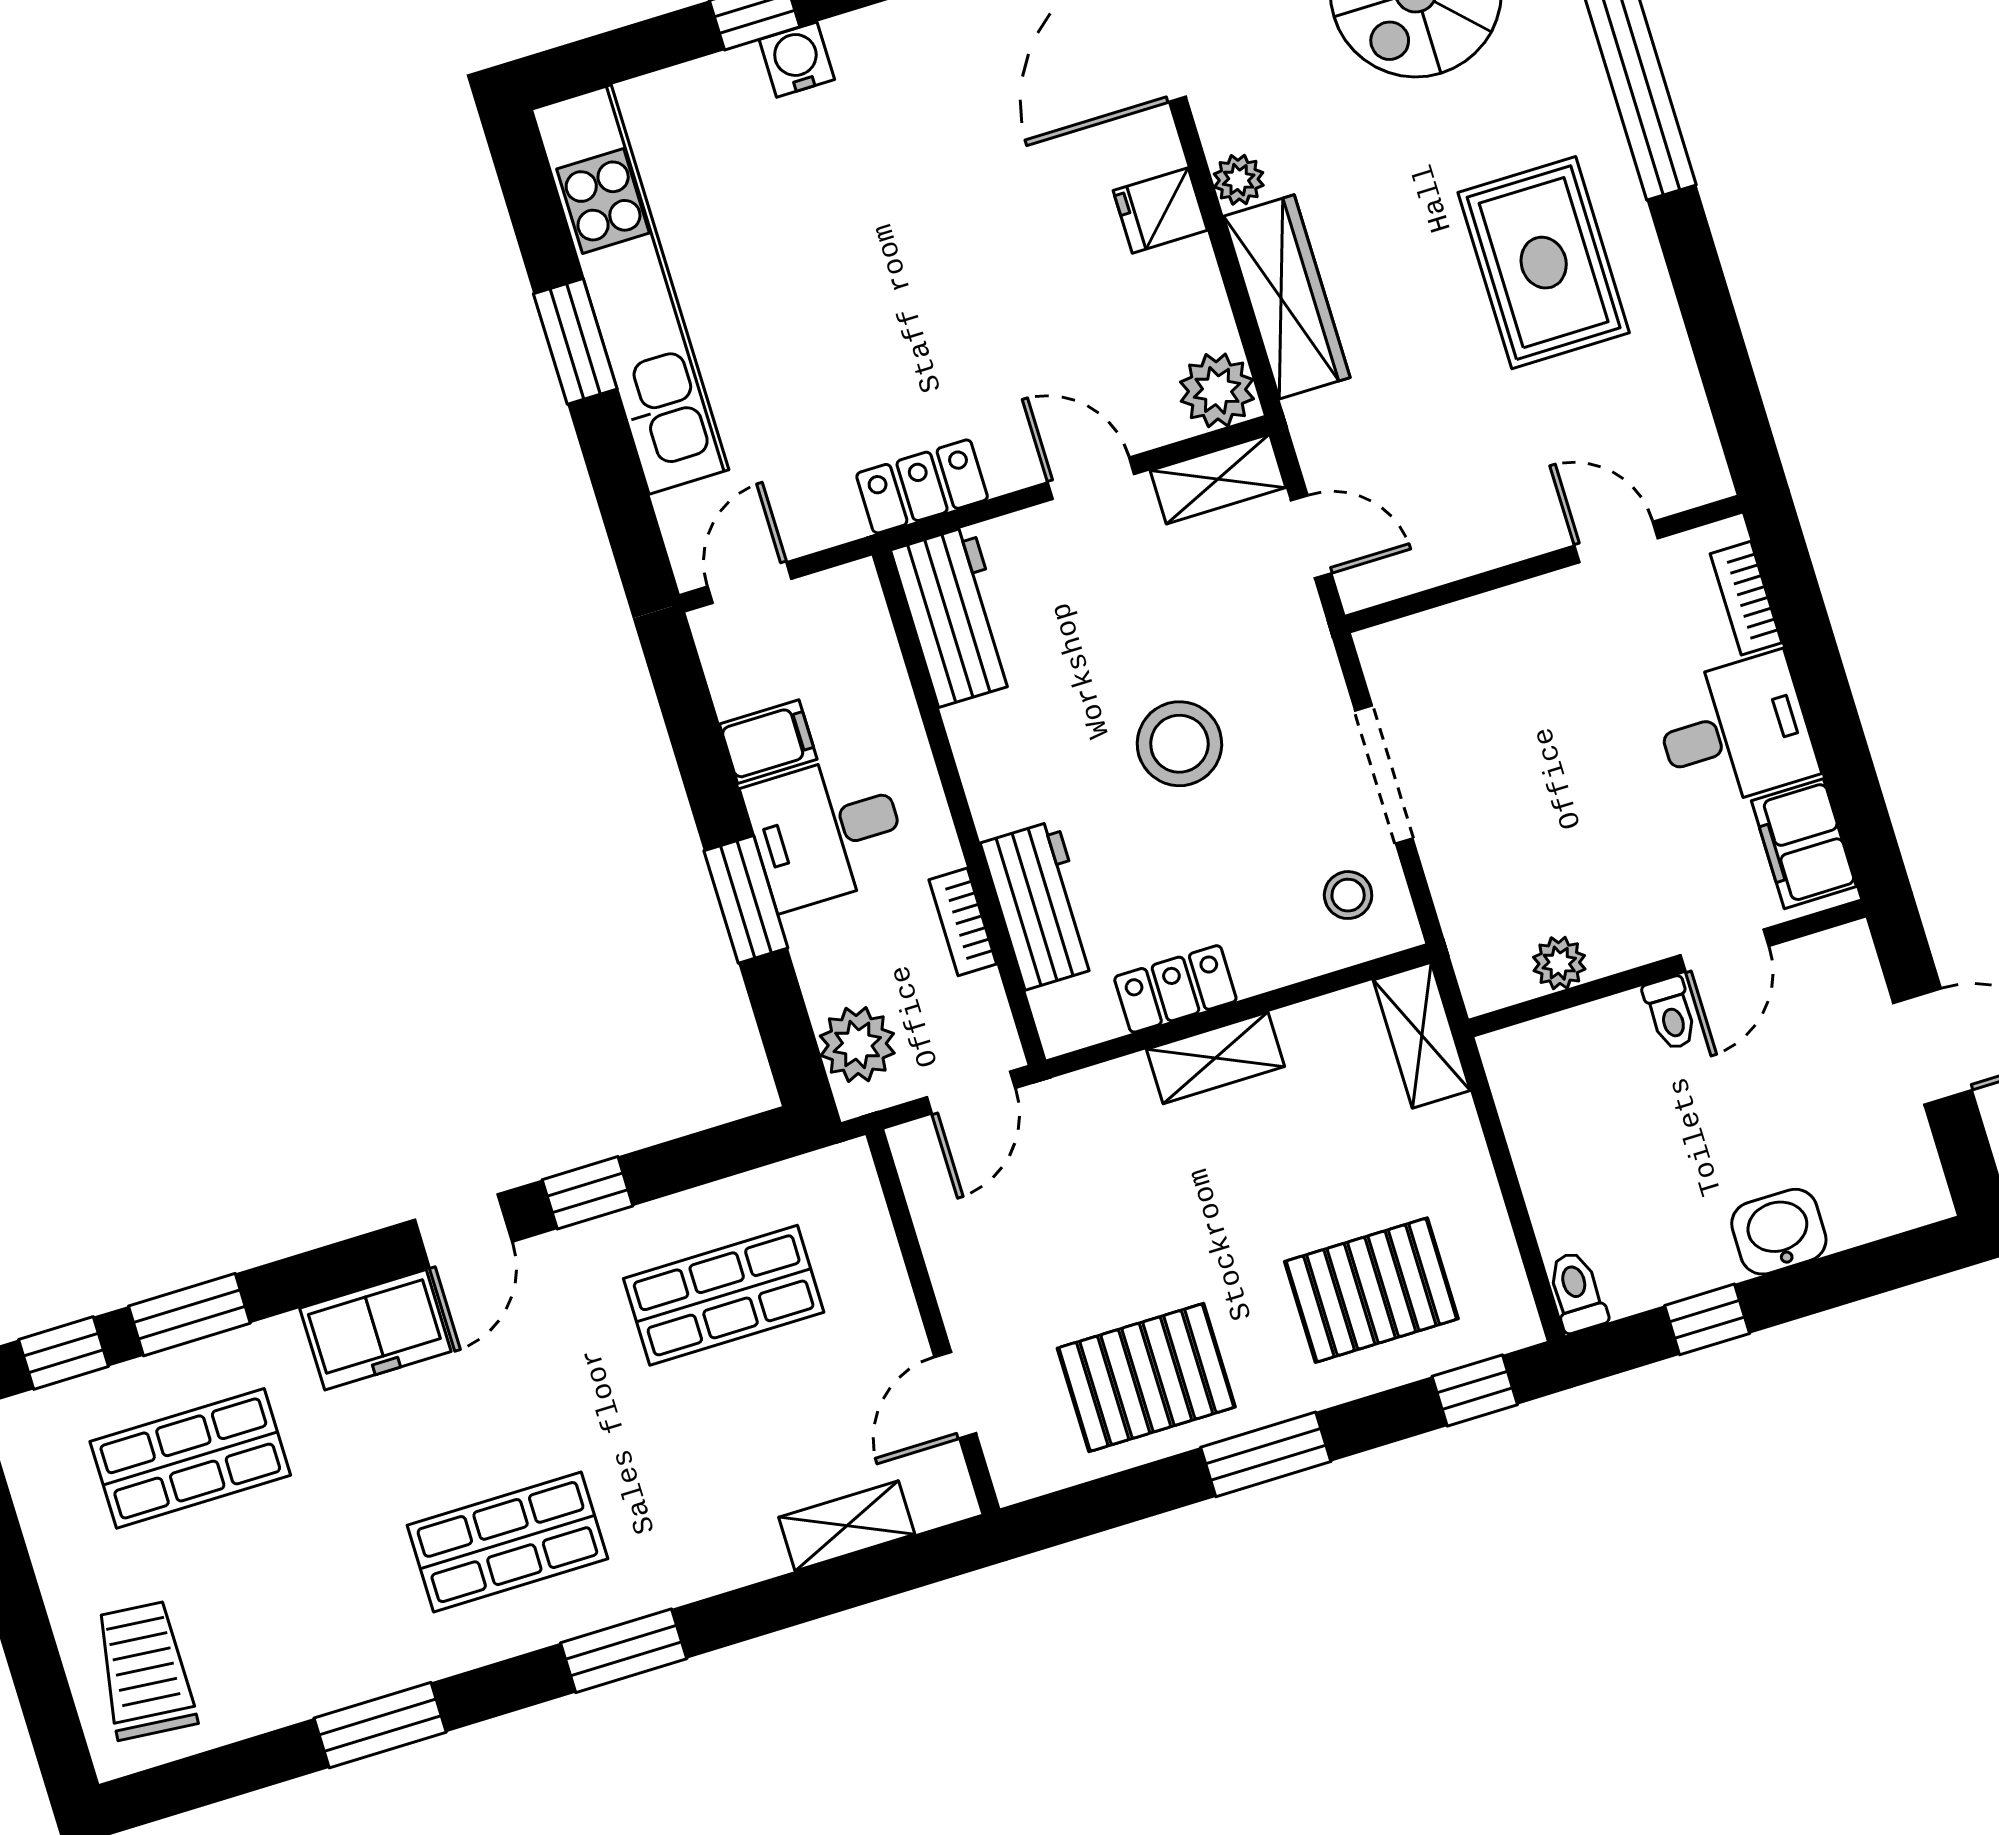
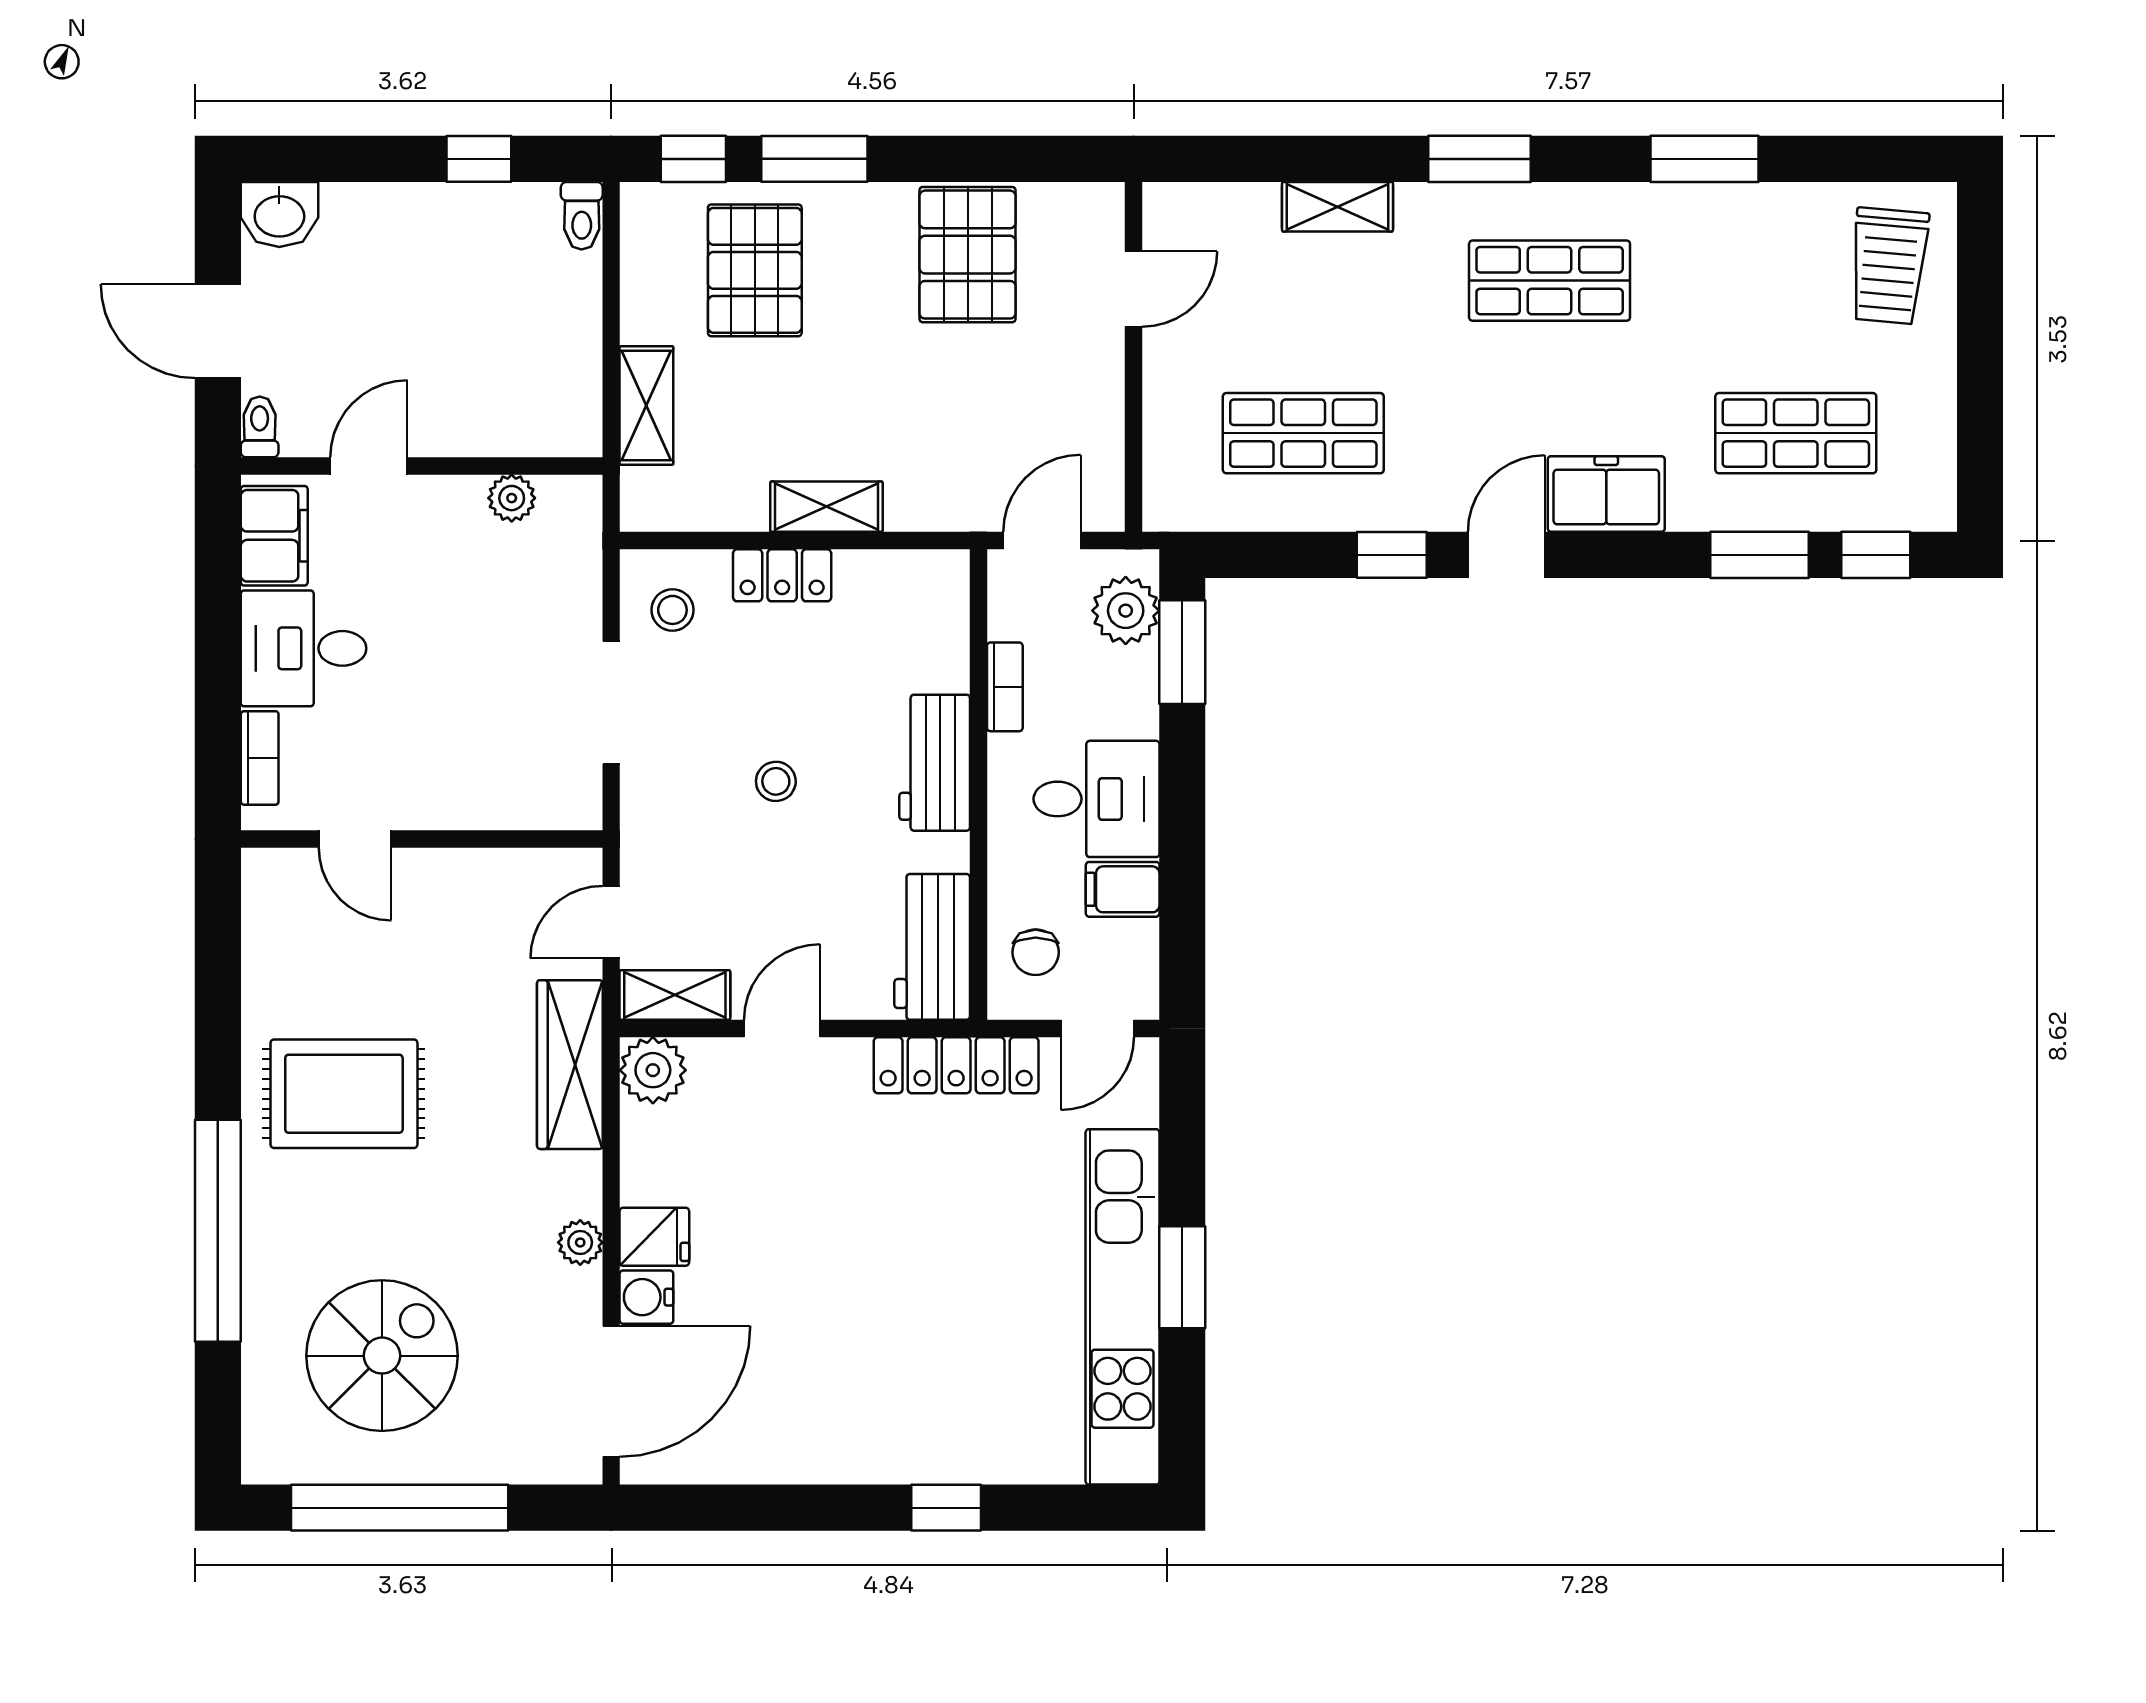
water cooler: (797, 60) -> (646, 1297), moved, turned 90
rug: (1544, 263) -> (344, 1094), turned 90
wardrobe: (1287, 297) -> (570, 1065), moved
door: (1091, 478) -> (782, 1028), swing flipped
locker: (922, 486) -> (956, 1065), width x1.53
door: (1311, 537) -> (611, 922), hinge flipped
chair: (842, 645) -> (1036, 952), added
stool: (1179, 744) -> (776, 781), width x0.53, depth x0.53
window: (746, 899) -> (1182, 652), moved
workbench: (1041, 905) -> (935, 763), moved
locker: (1175, 989) -> (782, 575), moved
toilet: (1671, 1013) -> (260, 427), moved
shelving: (1422, 1035) -> (646, 405), moved
washbasin: (1779, 1232) -> (279, 214), moved
pallet: (1371, 1290) -> (755, 270), turned 90
pallet: (1146, 1378) -> (968, 255), turned 90
window: (1266, 1454) -> (814, 159), moved
shelving: (847, 1526) -> (1338, 207), moved

